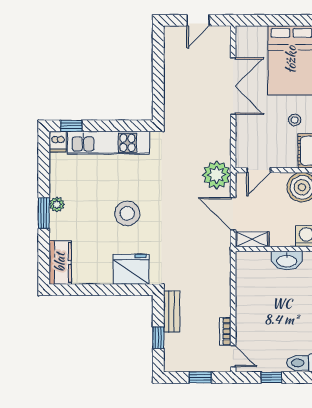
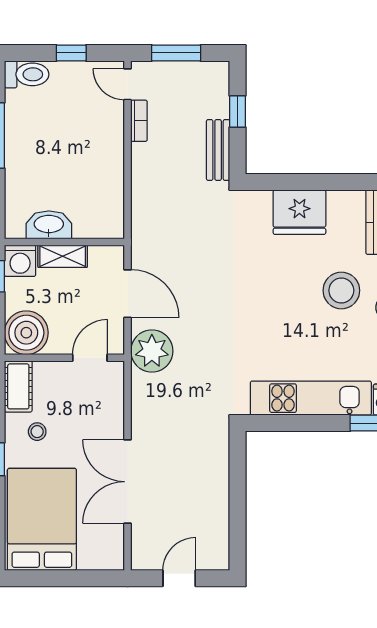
stool: (127, 213) -> (341, 290), moved
shelving: (252, 239) -> (63, 256), moved
fridge: (131, 269) -> (299, 212), moved
window: (200, 377) -> (176, 53), width x1.50

